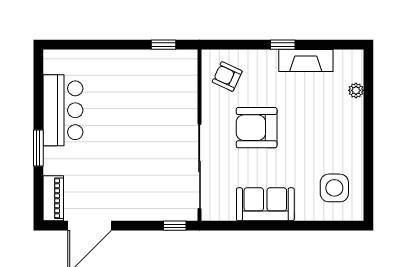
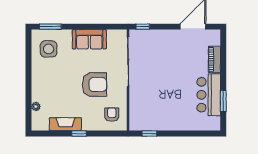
armchair: (227, 76) -> (112, 115), turned -115
window: (38, 148) -> (223, 101), moved
piano: (53, 198) -> (214, 59), moved
window: (331, 226) -> (50, 27), added

